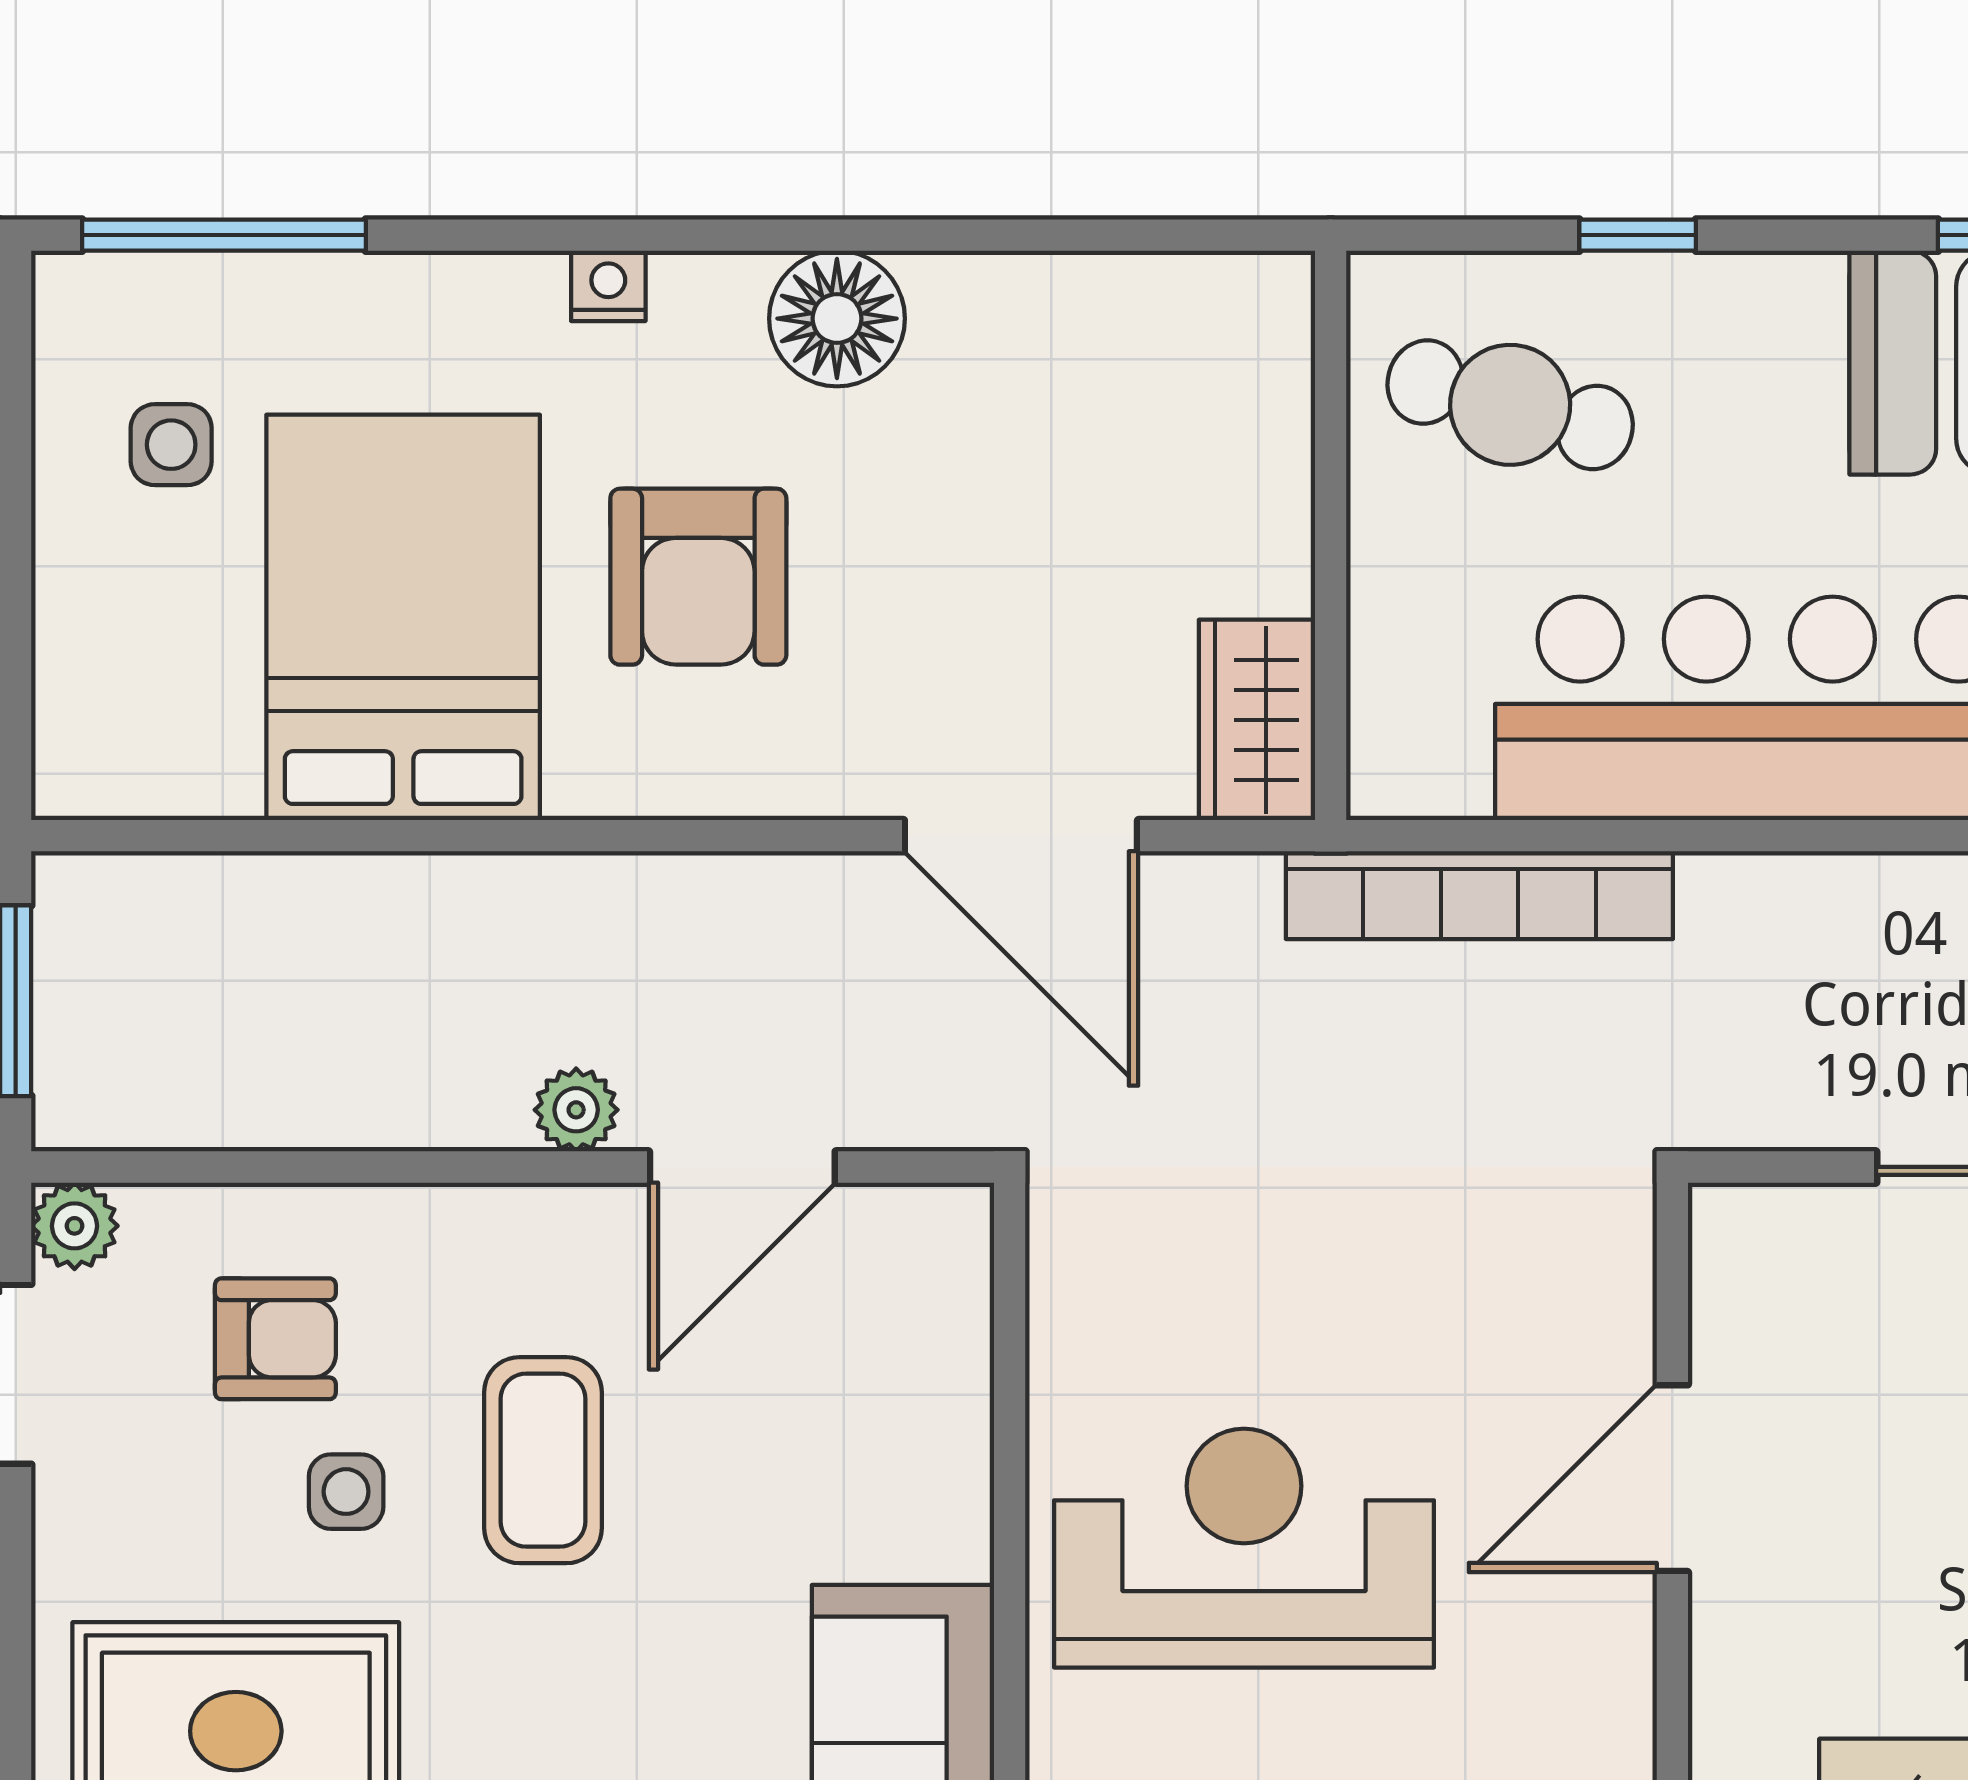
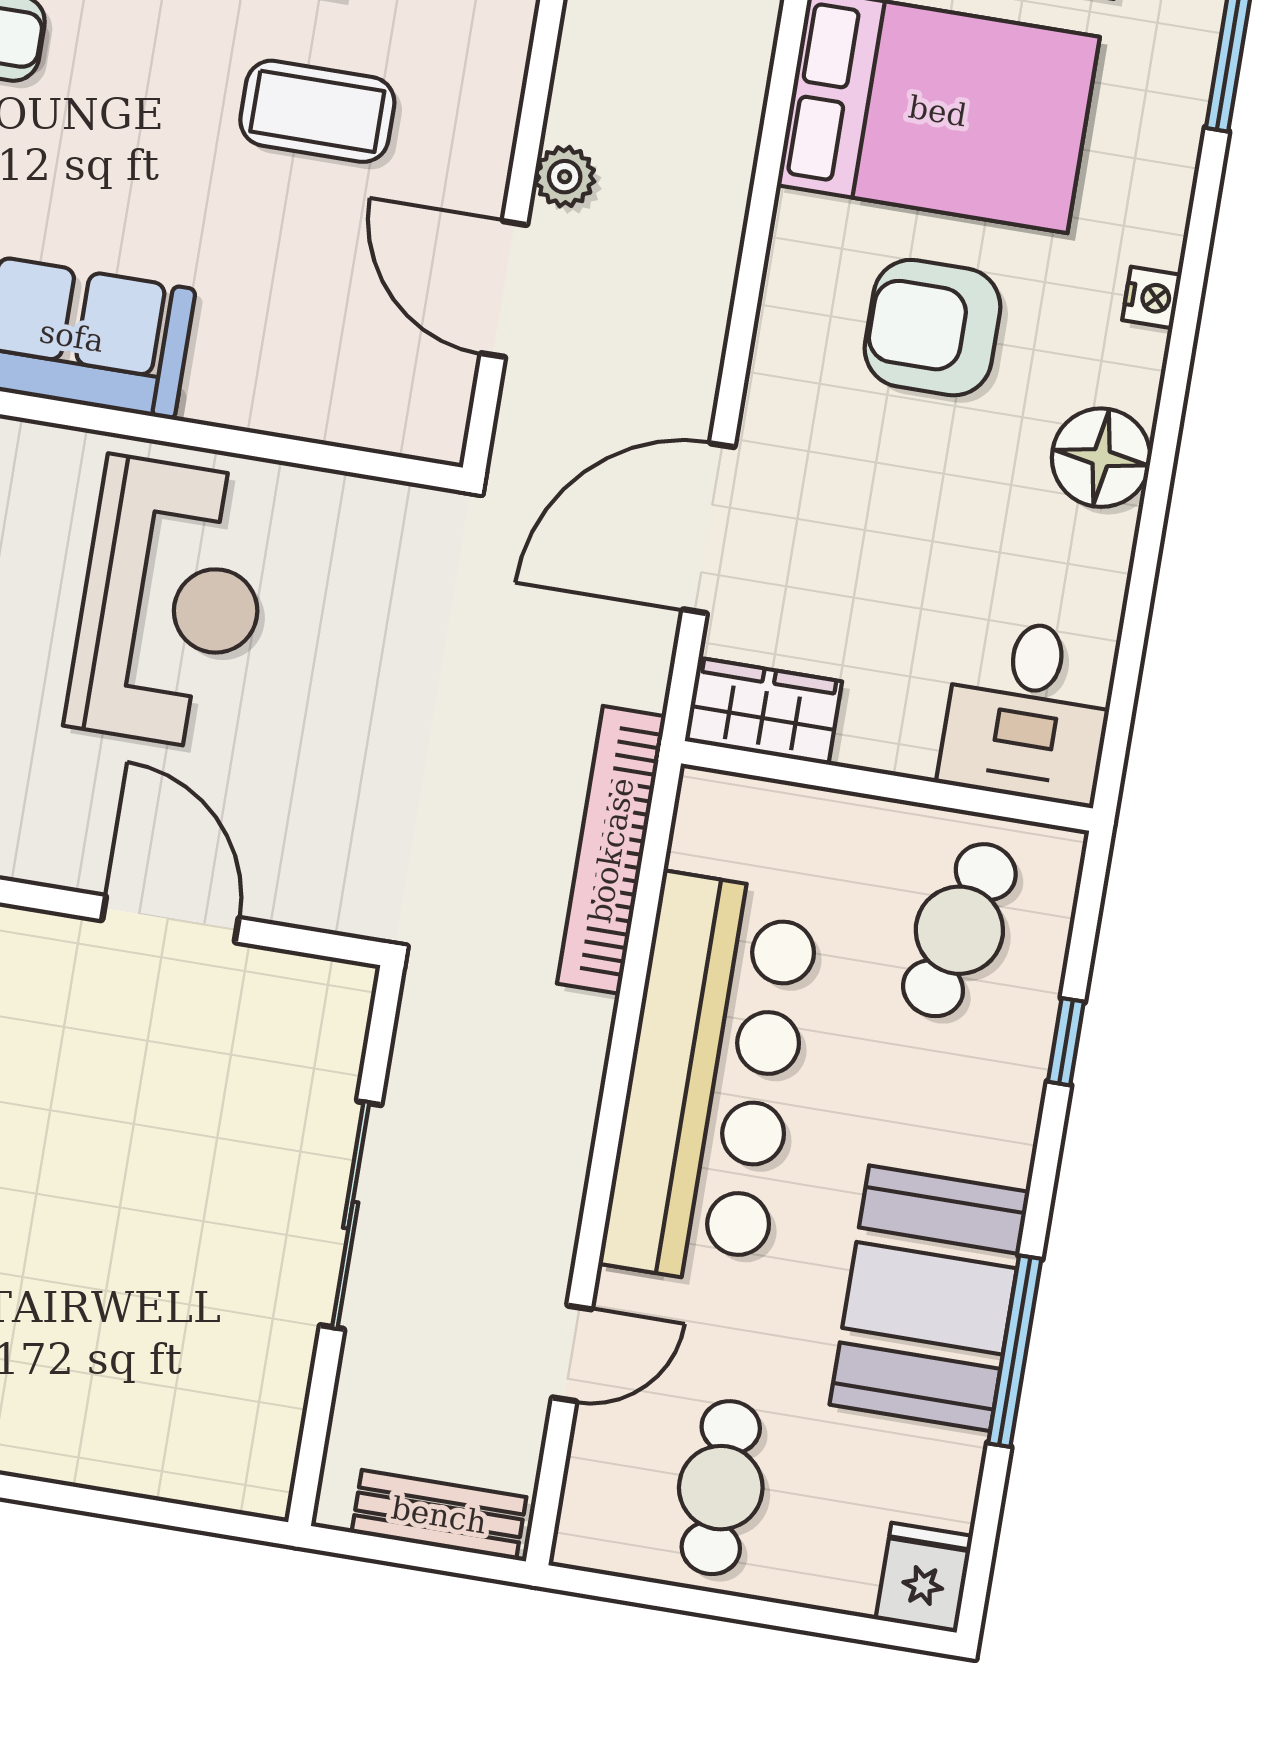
desk: (1197, 360) -> (1028, 711), added

